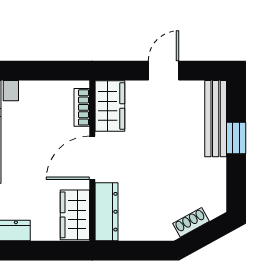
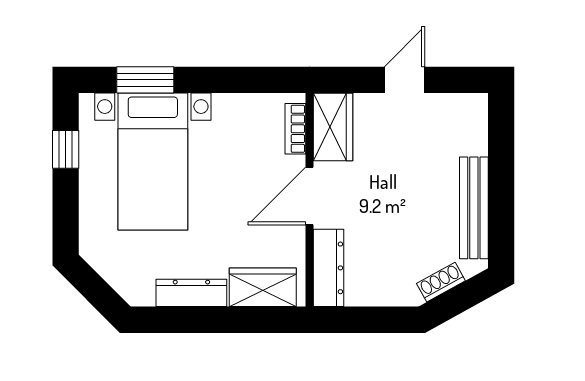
bench: (216, 119) -> (474, 208), moved
window: (236, 138) -> (501, 170), removed
wardrobe: (75, 215) -> (263, 287), moved, turned 90

